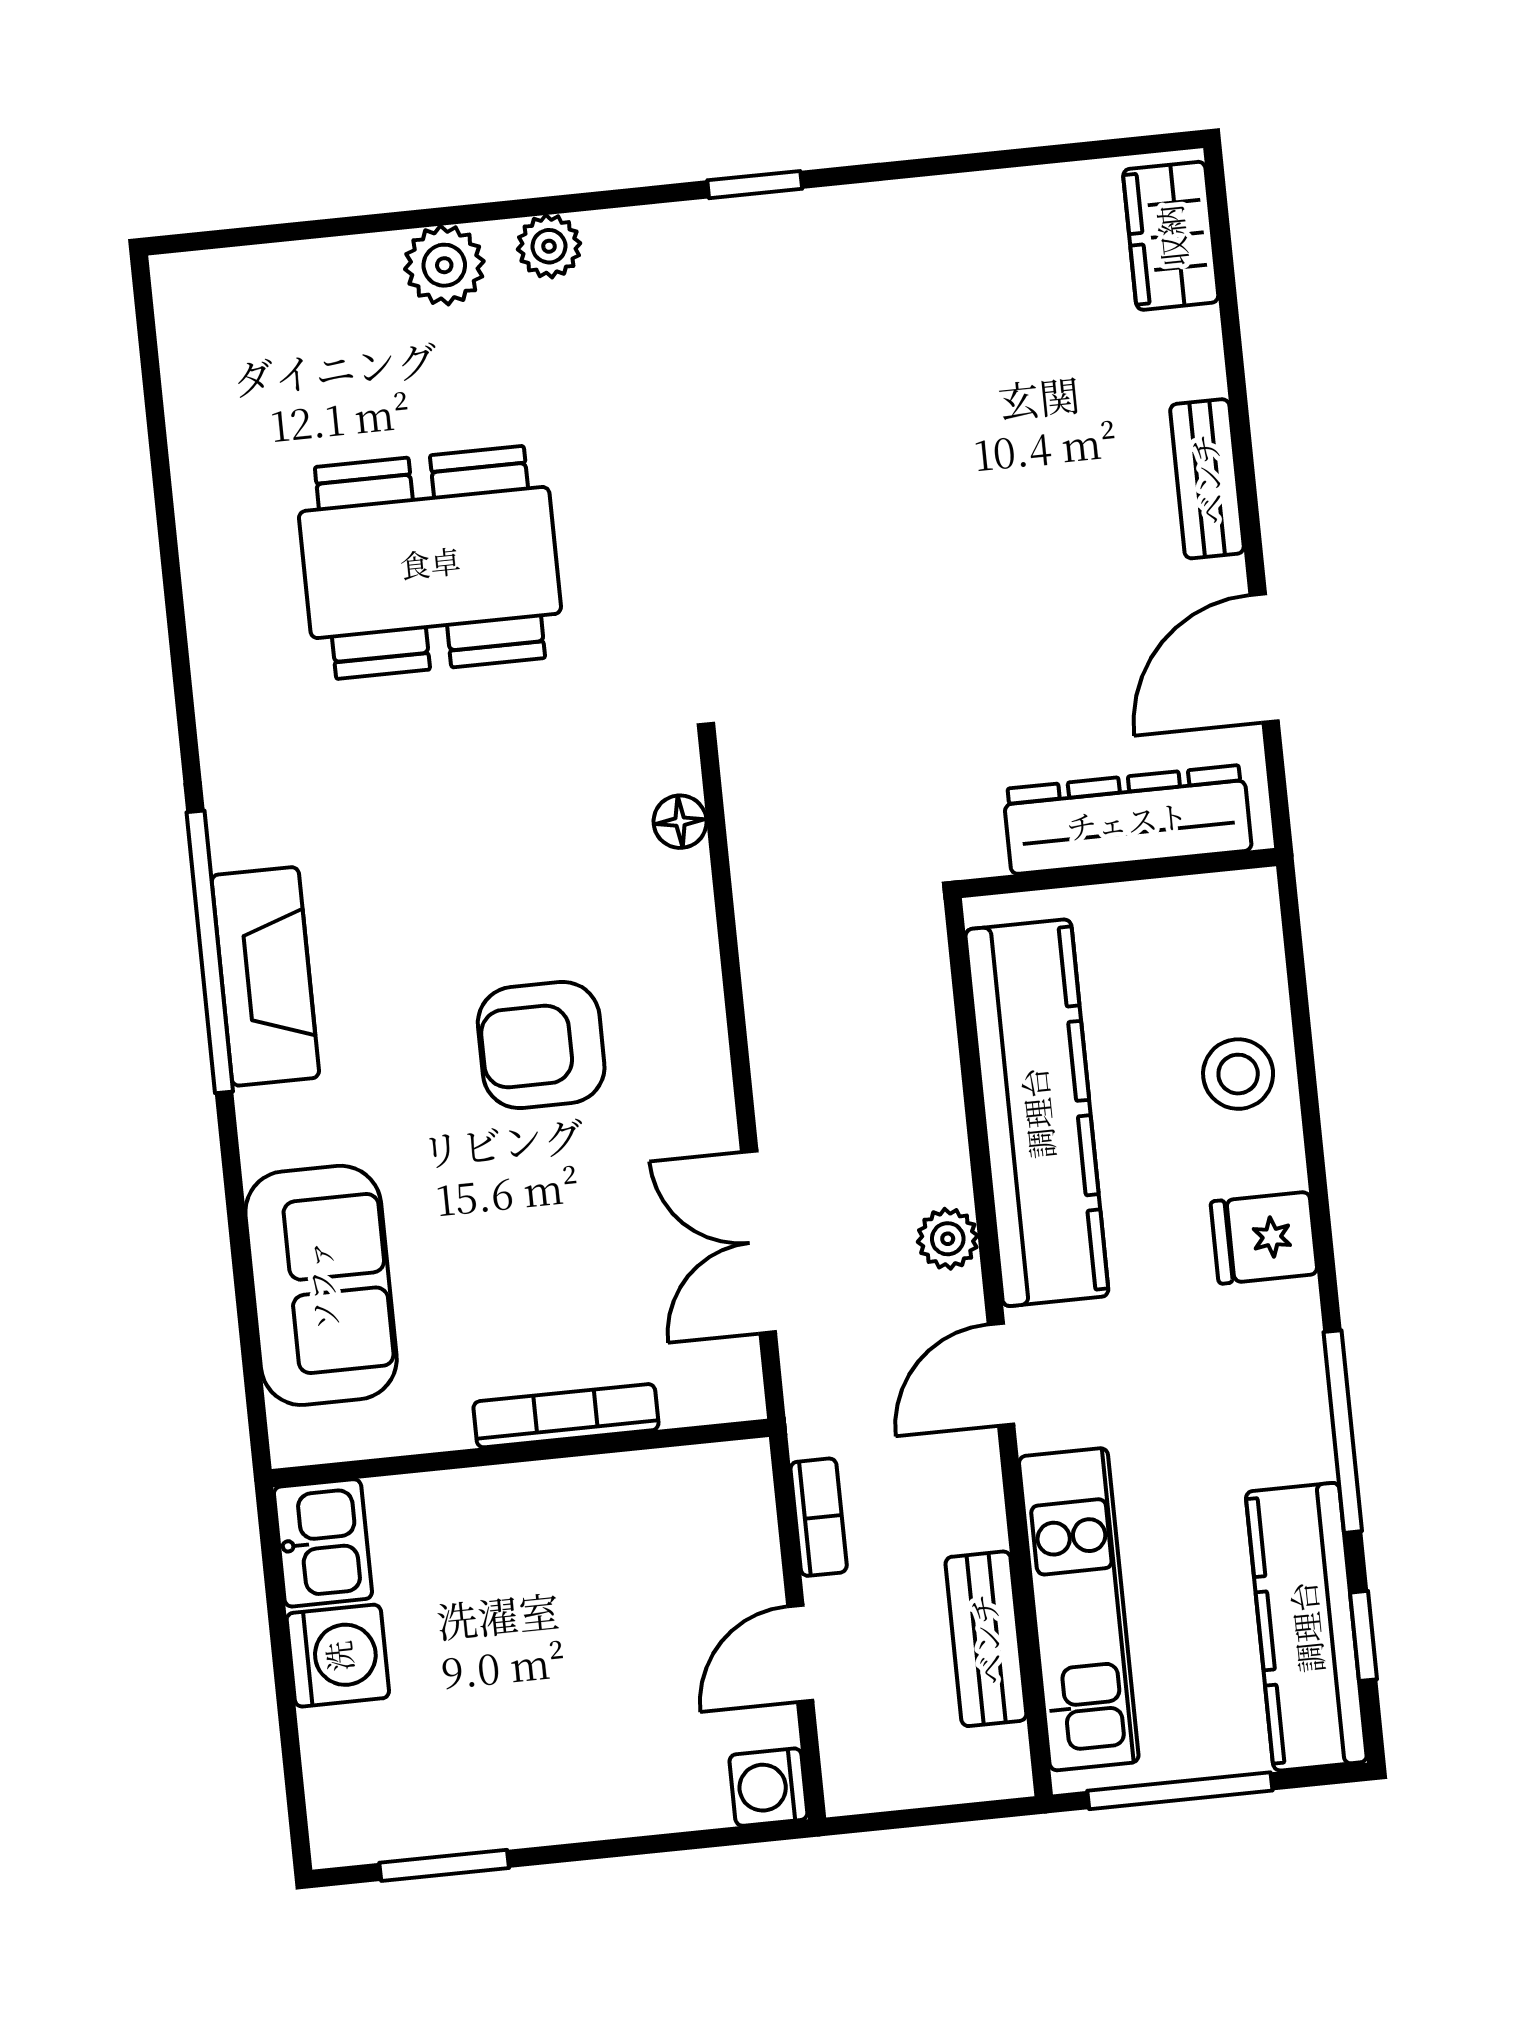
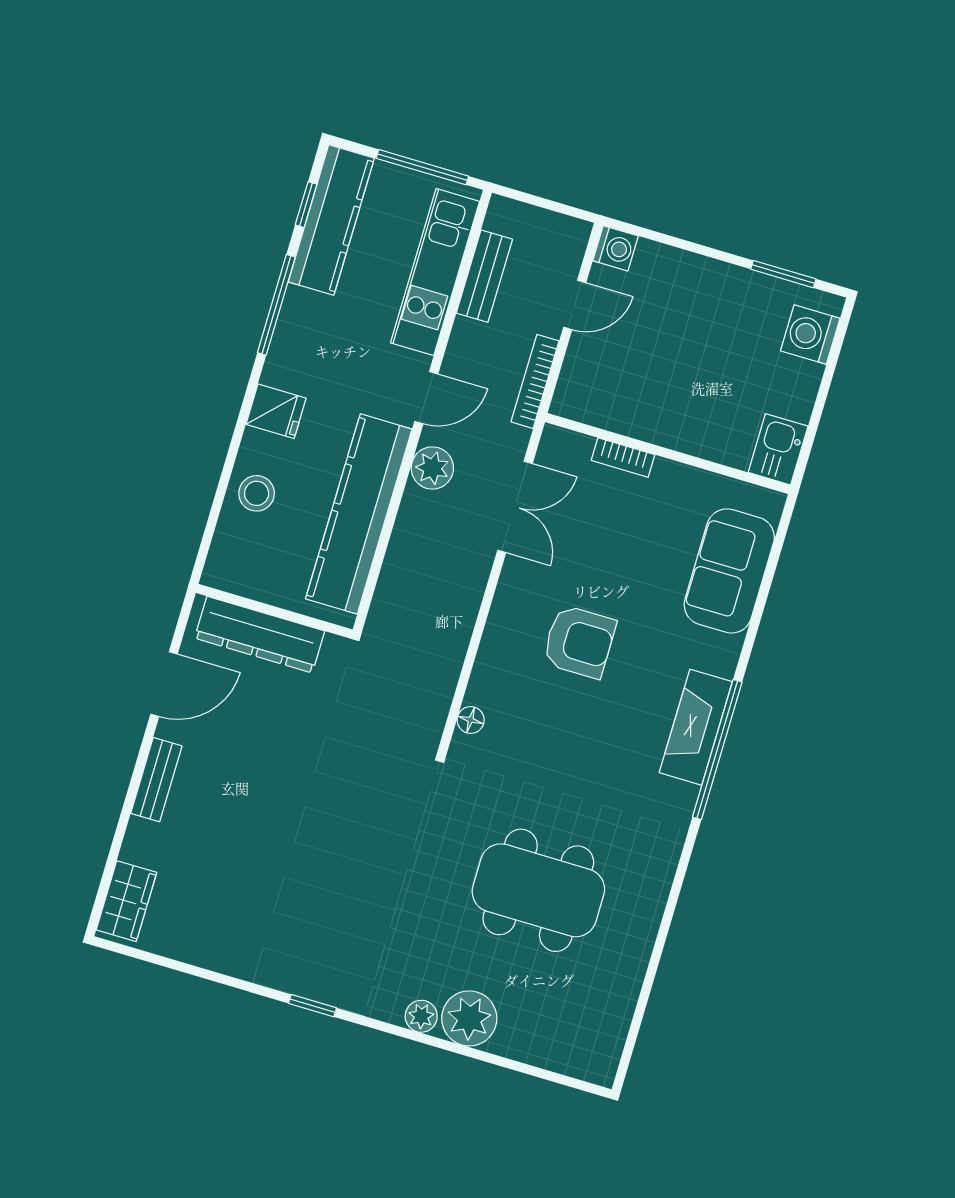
plant: (444, 265) -> (469, 1018), width x1.36, depth x1.36
plant: (948, 1239) -> (432, 468), width x1.38, depth x1.38
bookcase: (566, 1416) -> (623, 458), width x0.64
bookcase: (819, 1517) -> (535, 381), width x1.56
washing machine: (338, 1656) -> (810, 335), moved

